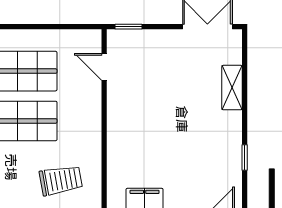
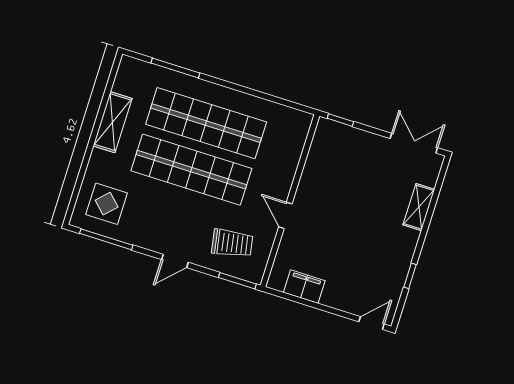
door: (104, 67) -> (285, 215), moved

